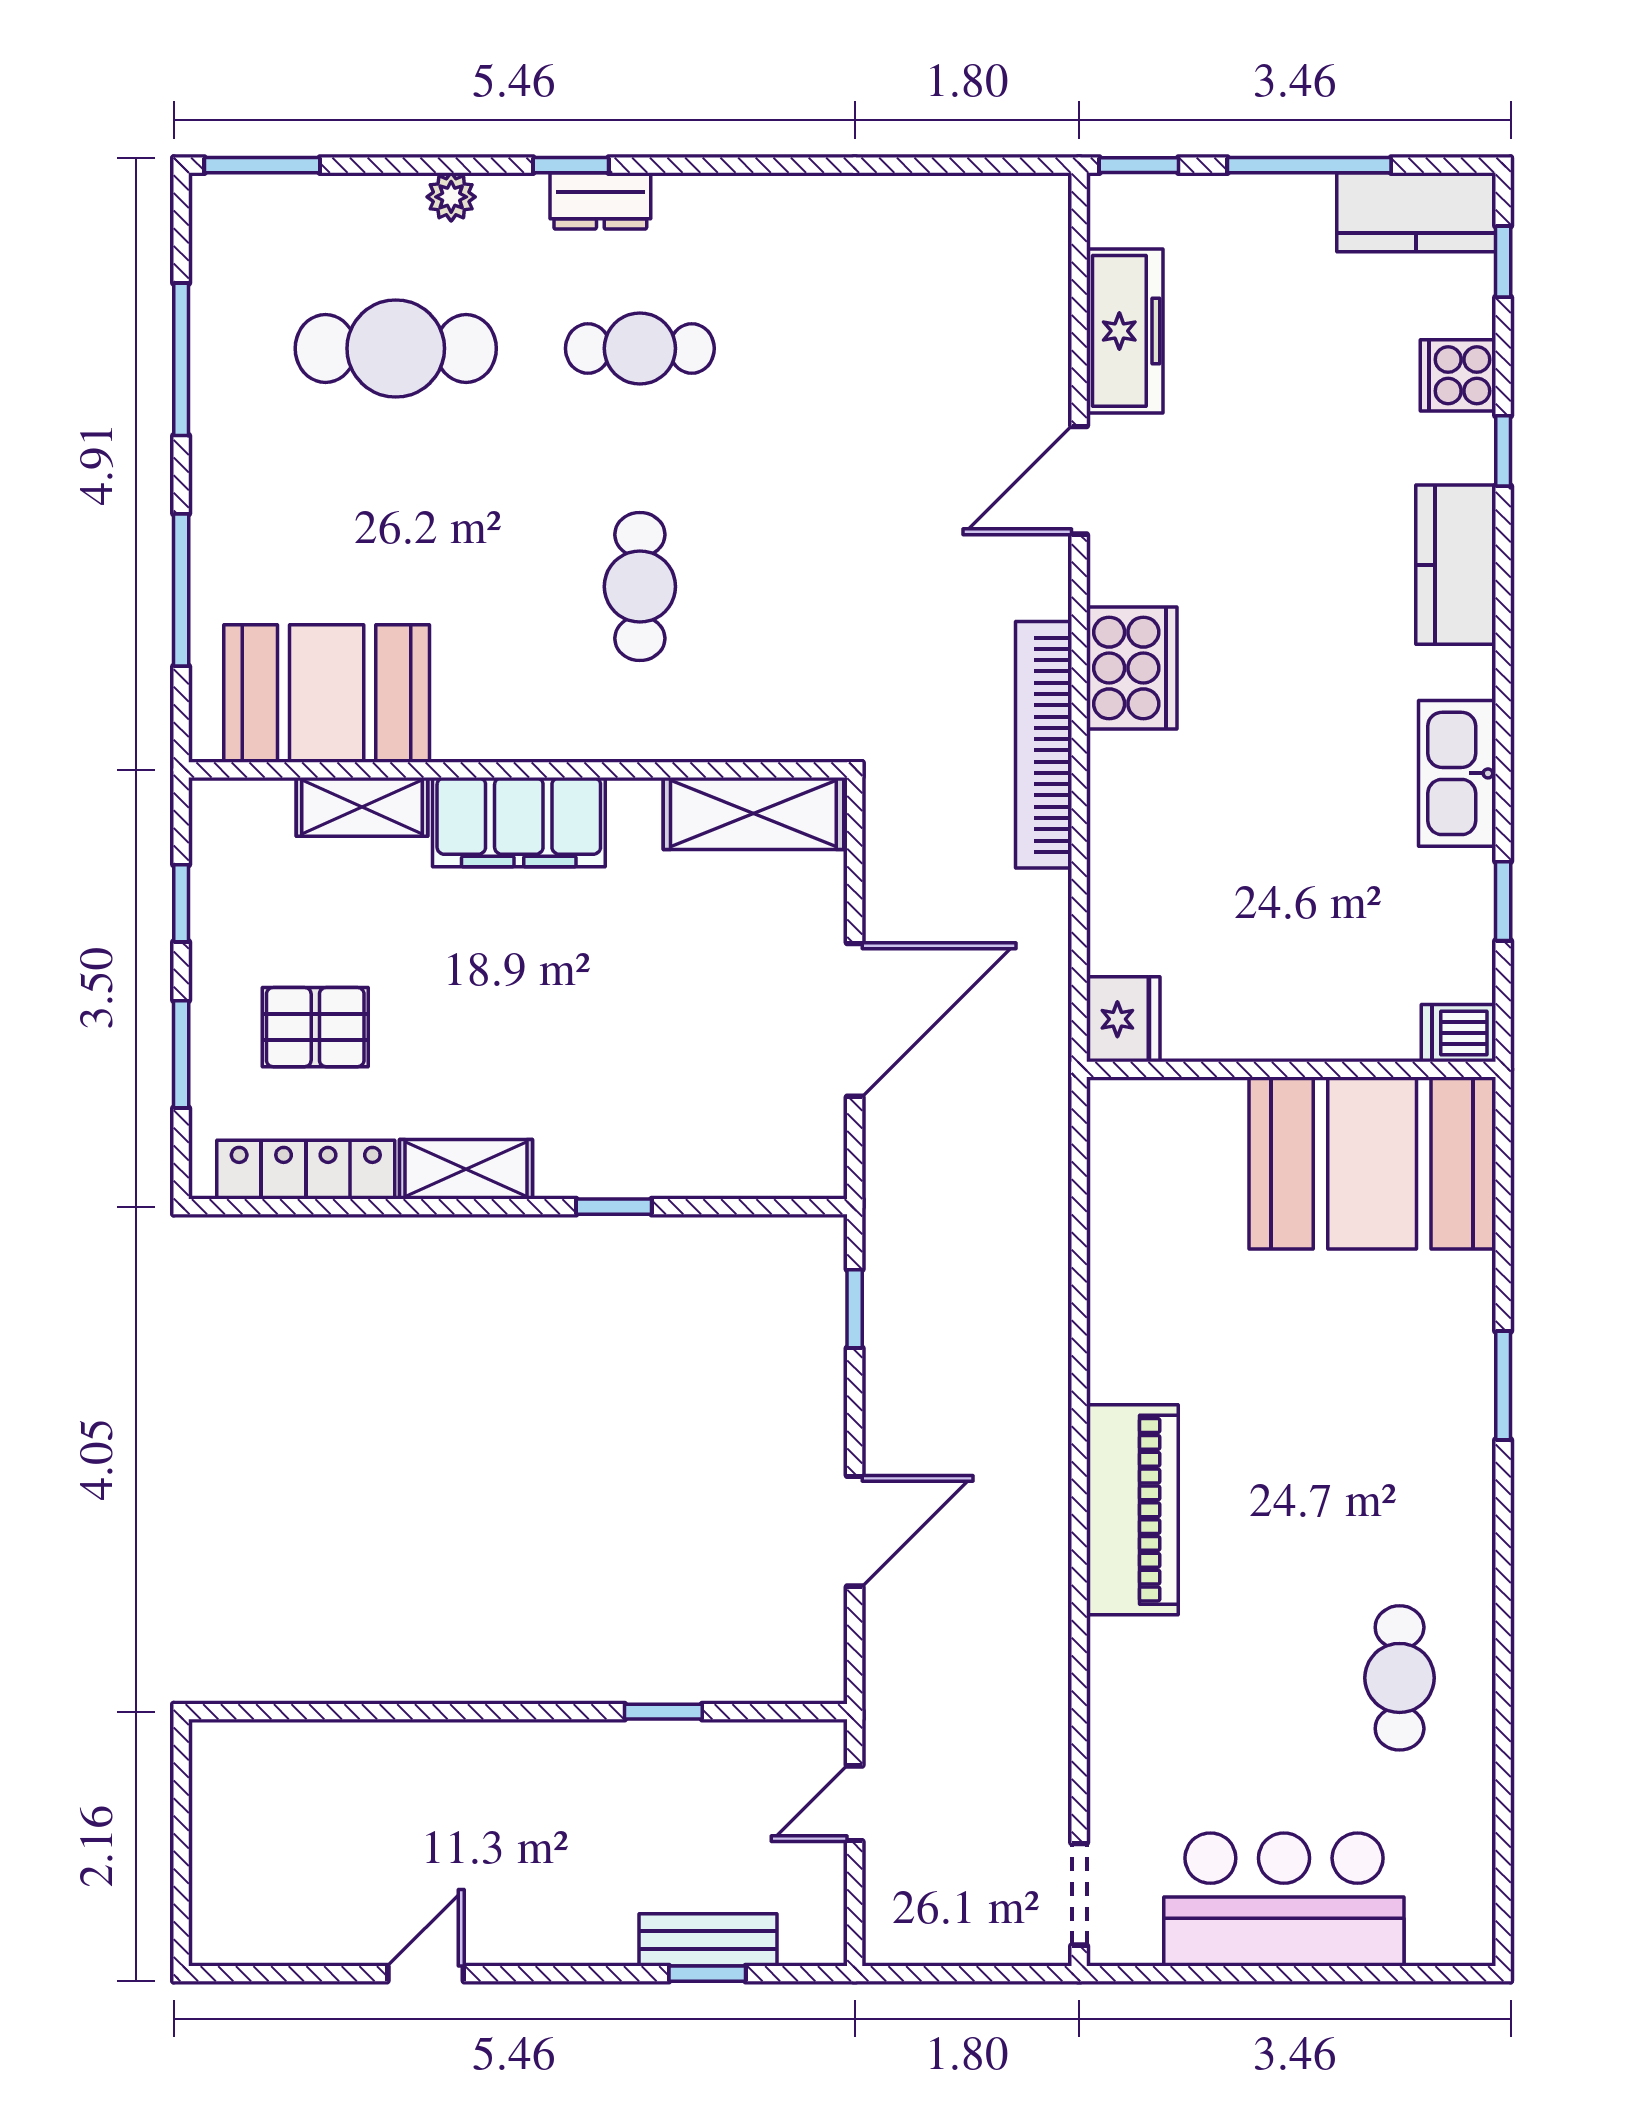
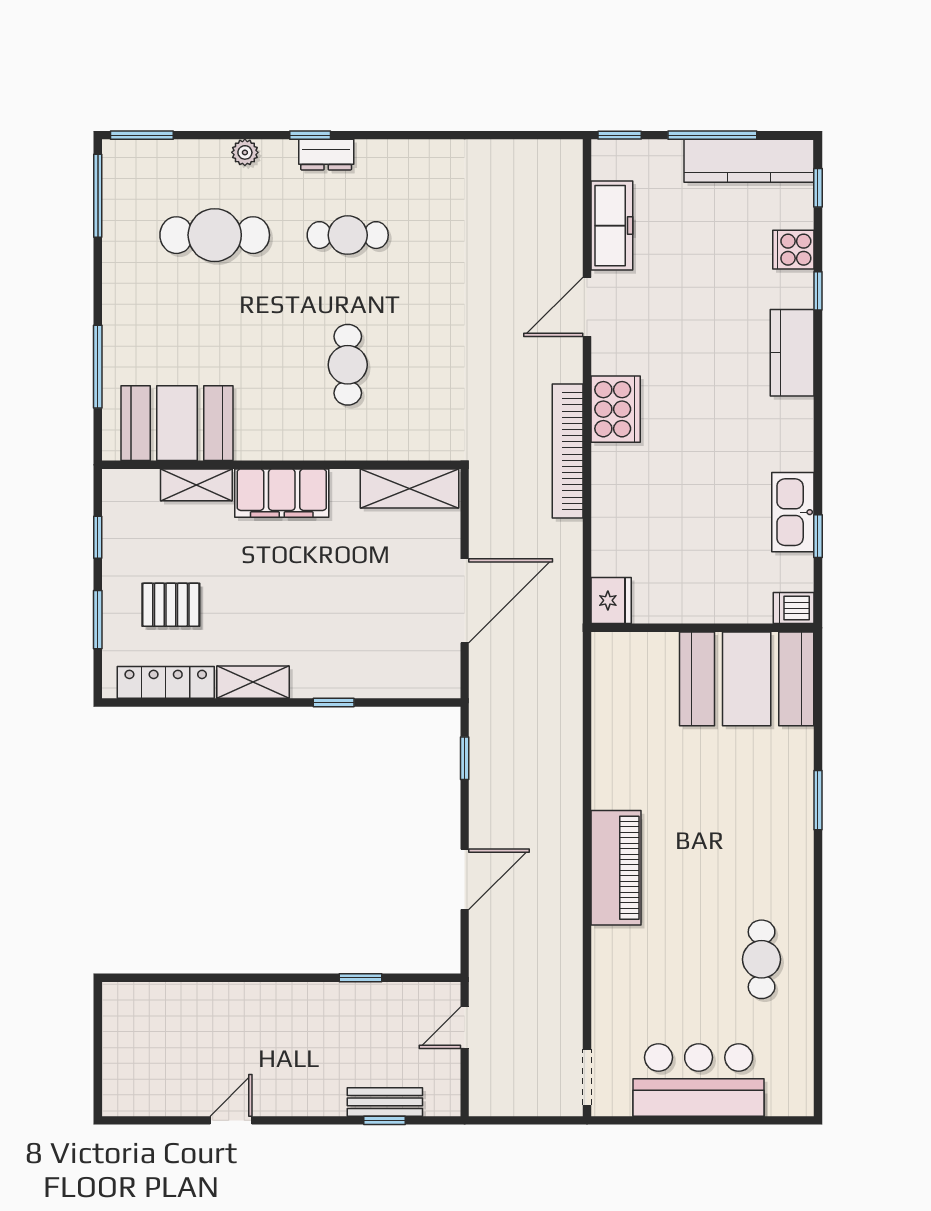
kitchen counter: (1416, 212) -> (749, 161), width x1.50
window: (181, 359) -> (98, 196), moved
kitchen sink: (1457, 773) -> (793, 512), moved

